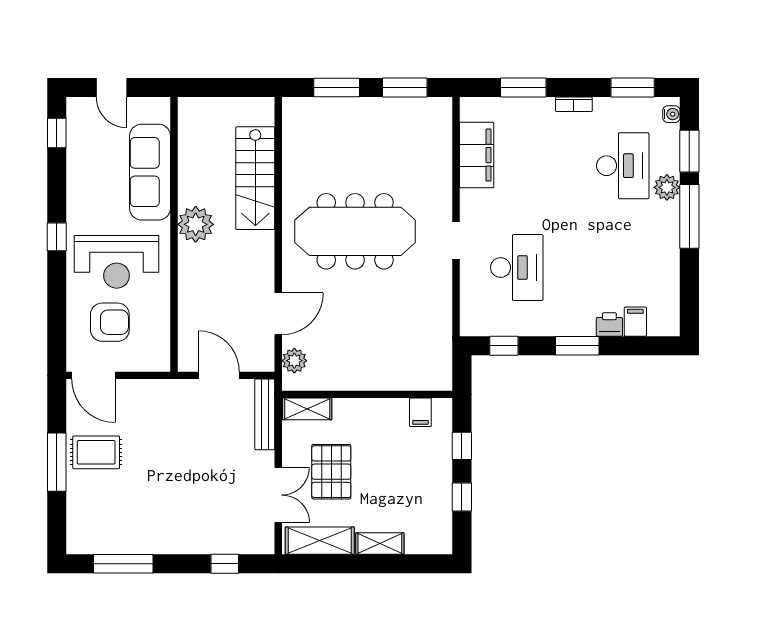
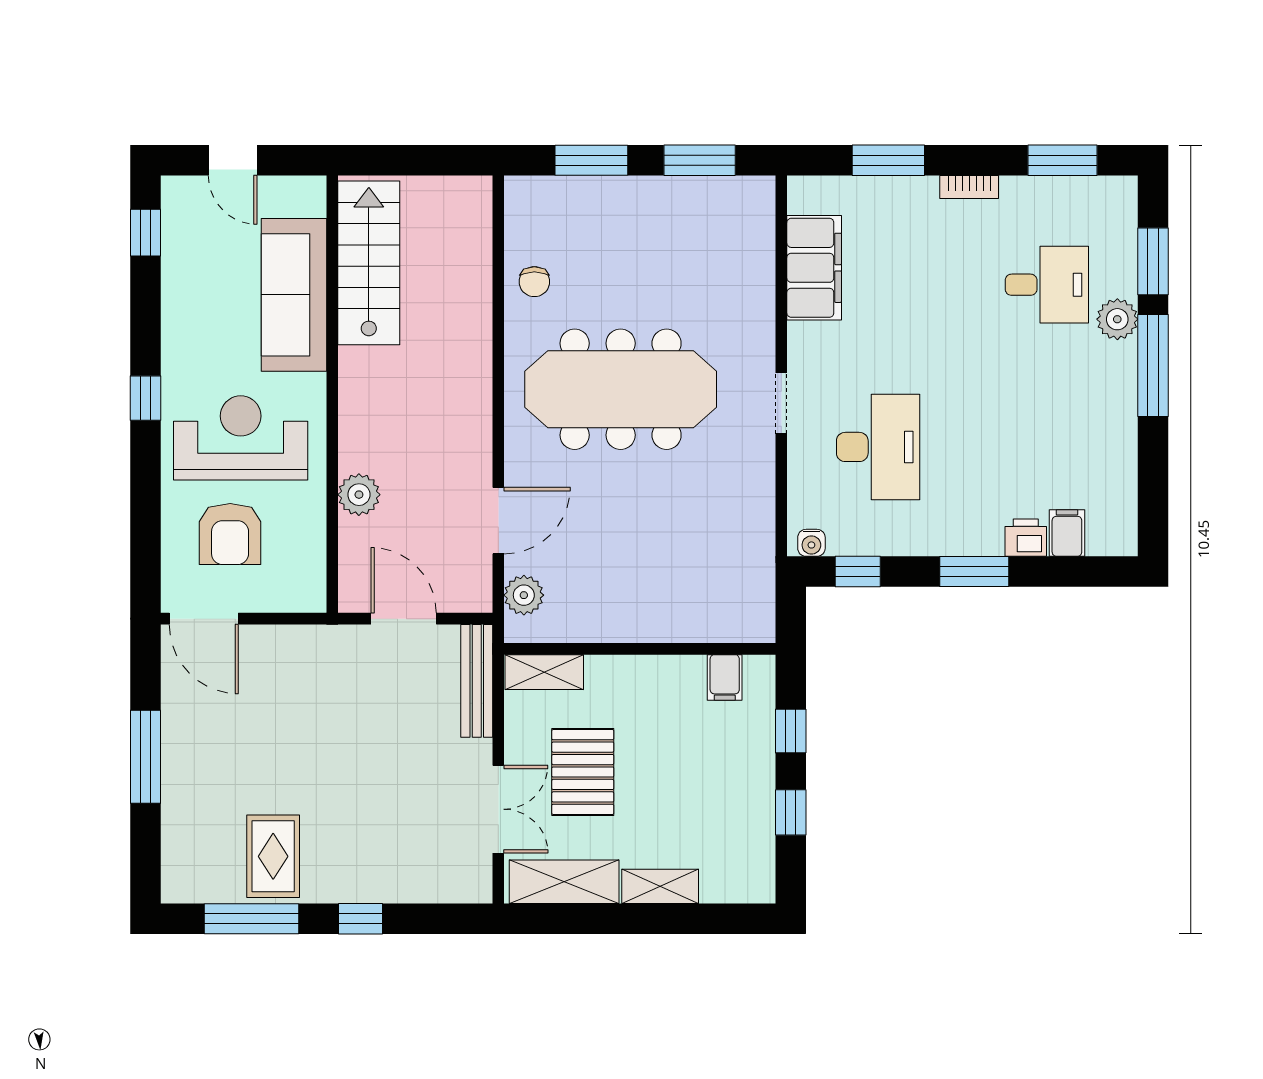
water cooler: (671, 114) -> (811, 543), moved, turned 90
chair: (301, 164) -> (534, 282), added
desk: (623, 166) -> (1047, 285), width x0.73
stairs: (255, 178) -> (369, 263), moved, turned 180
plant: (196, 224) -> (359, 495), moved, width x0.73, depth x0.73
reception desk: (117, 262) -> (241, 438), turned 180
armchair: (110, 322) -> (230, 534), turned 90
rug: (96, 452) -> (273, 856), moved, turned 90
window: (225, 564) -> (360, 919), moved

